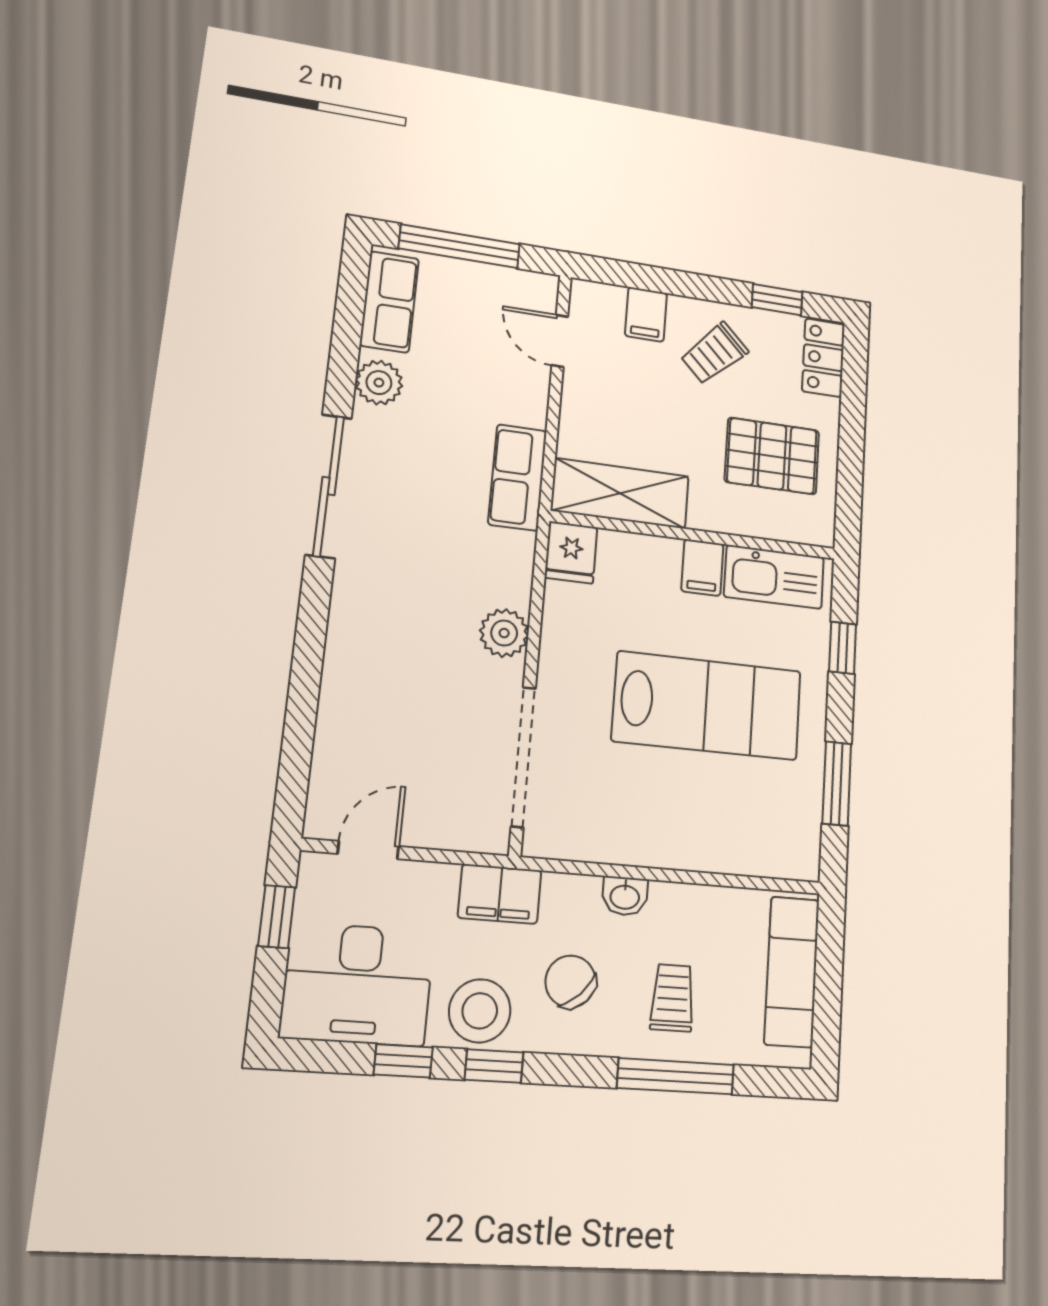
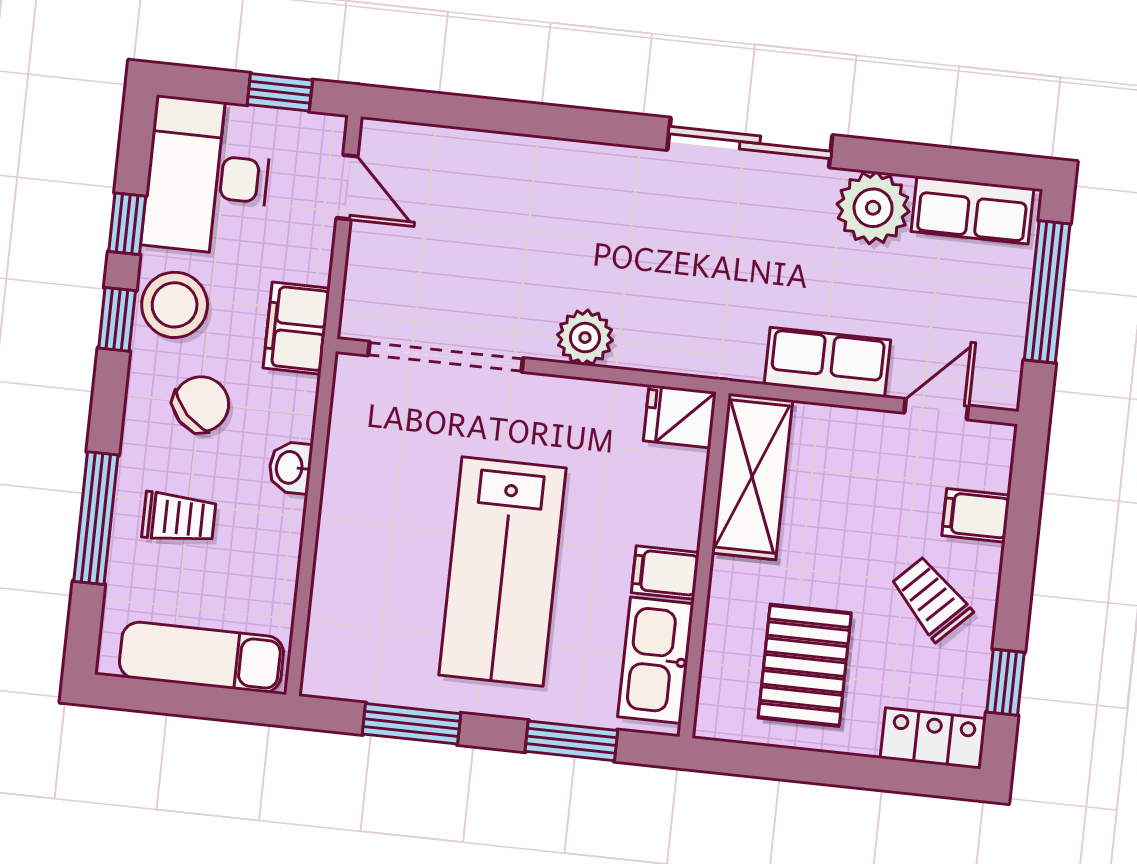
plant: (379, 383) -> (873, 208), width x1.36, depth x1.36
row of seats: (517, 477) -> (827, 362), moved
window: (843, 648) -> (571, 741), width x1.50

